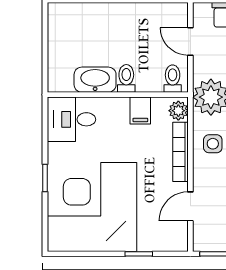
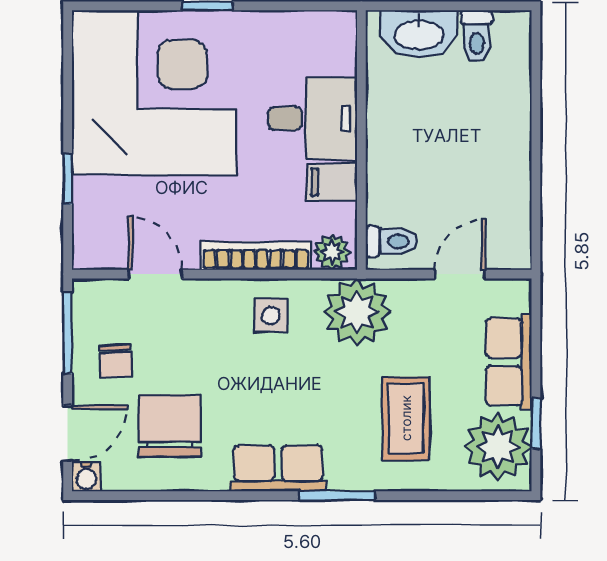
toilet: (126, 78) -> (477, 36), moved, turned 90
washbasin: (95, 80) -> (419, 34), moved, turned 90
desk: (71, 119) -> (313, 118), moved, turned 90

